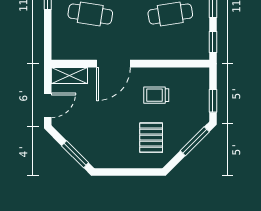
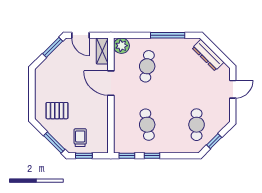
plant: (62, 49) -> (121, 46), added
trolley: (156, 95) -> (80, 138), moved
window: (75, 154) -> (53, 47), moved

